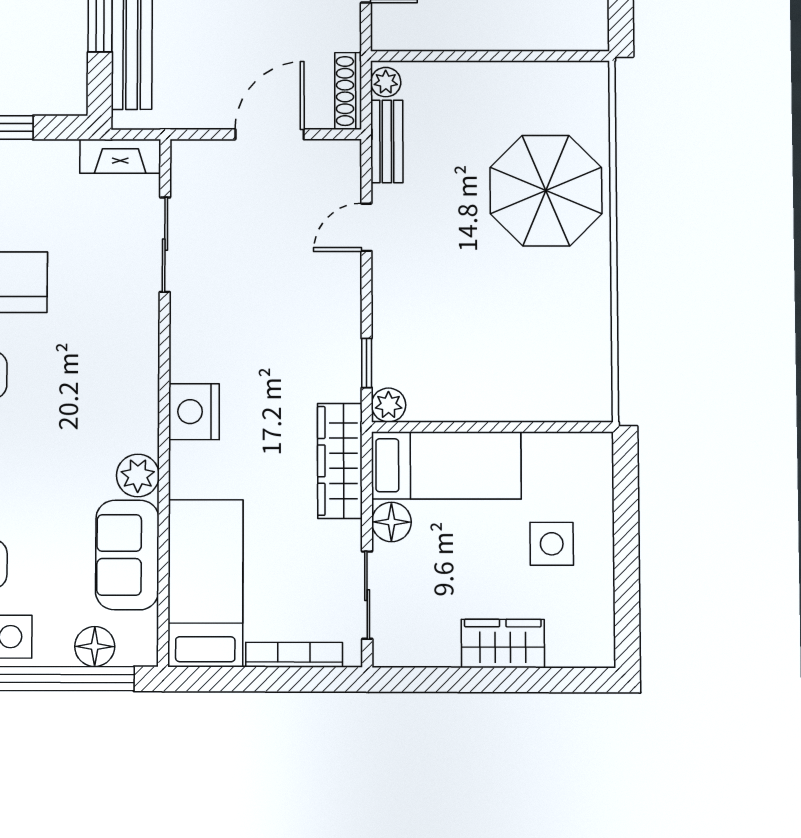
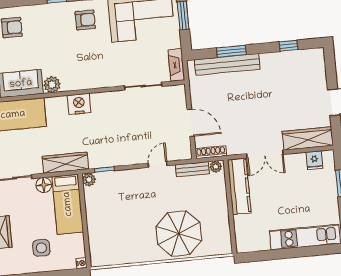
kitchen counter: (441, 28) -> (239, 186), added
door: (366, 227) -> (158, 164), hinge flipped
nightstand: (600, 445) -> (82, 263), added

